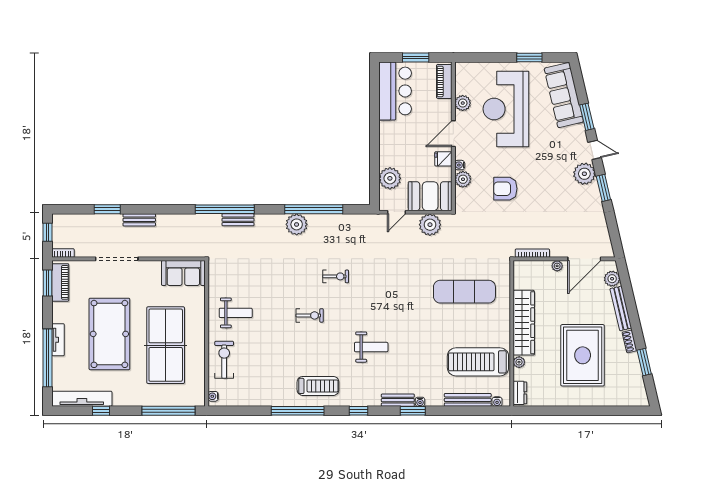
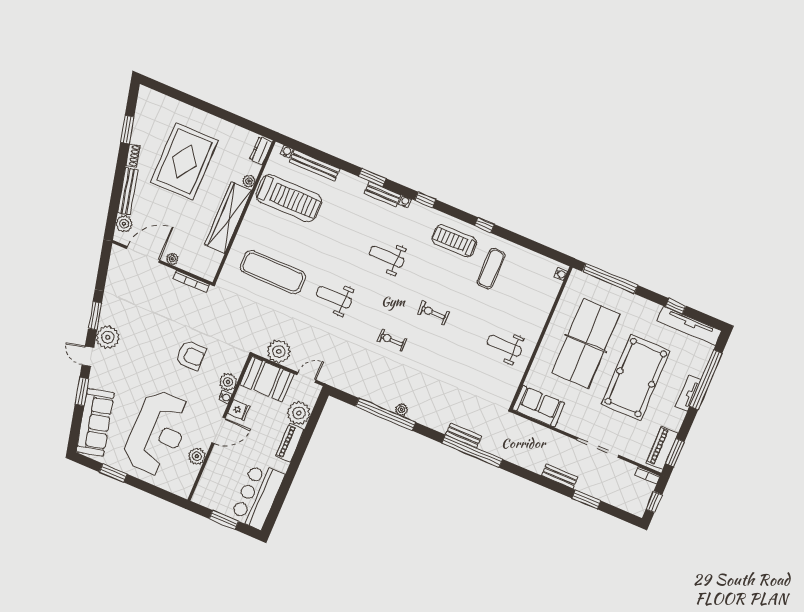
piano: (444, 81) -> (290, 443), moved, turned 180
plant: (297, 224) -> (402, 410), width x0.53, depth x0.53
weight bench: (402, 292) -> (334, 297), added
exercise bike: (224, 360) -> (535, 305), removed
exercise mat: (276, 375) -> (491, 269), added
water cooler: (420, 402) -> (405, 202), moved
window: (298, 411) -> (484, 225), width x0.32

